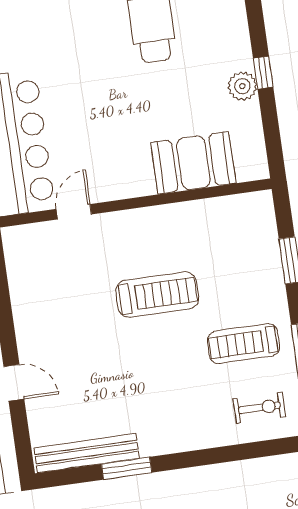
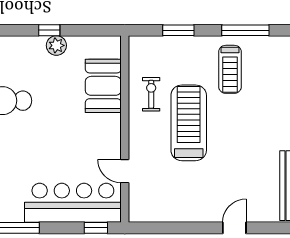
treadmill: (157, 295) -> (189, 123), width x1.37, depth x1.38
exercise bike: (259, 408) -> (151, 94), moved

